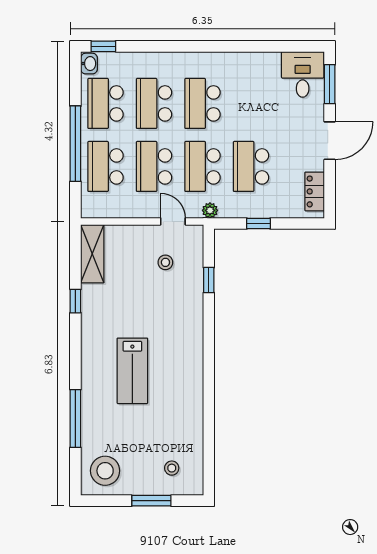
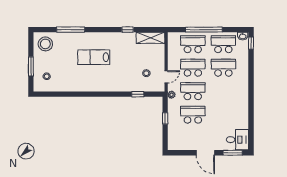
school desk: (203, 103) -> (223, 91), removed
locker: (315, 191) -> (181, 145), removed

